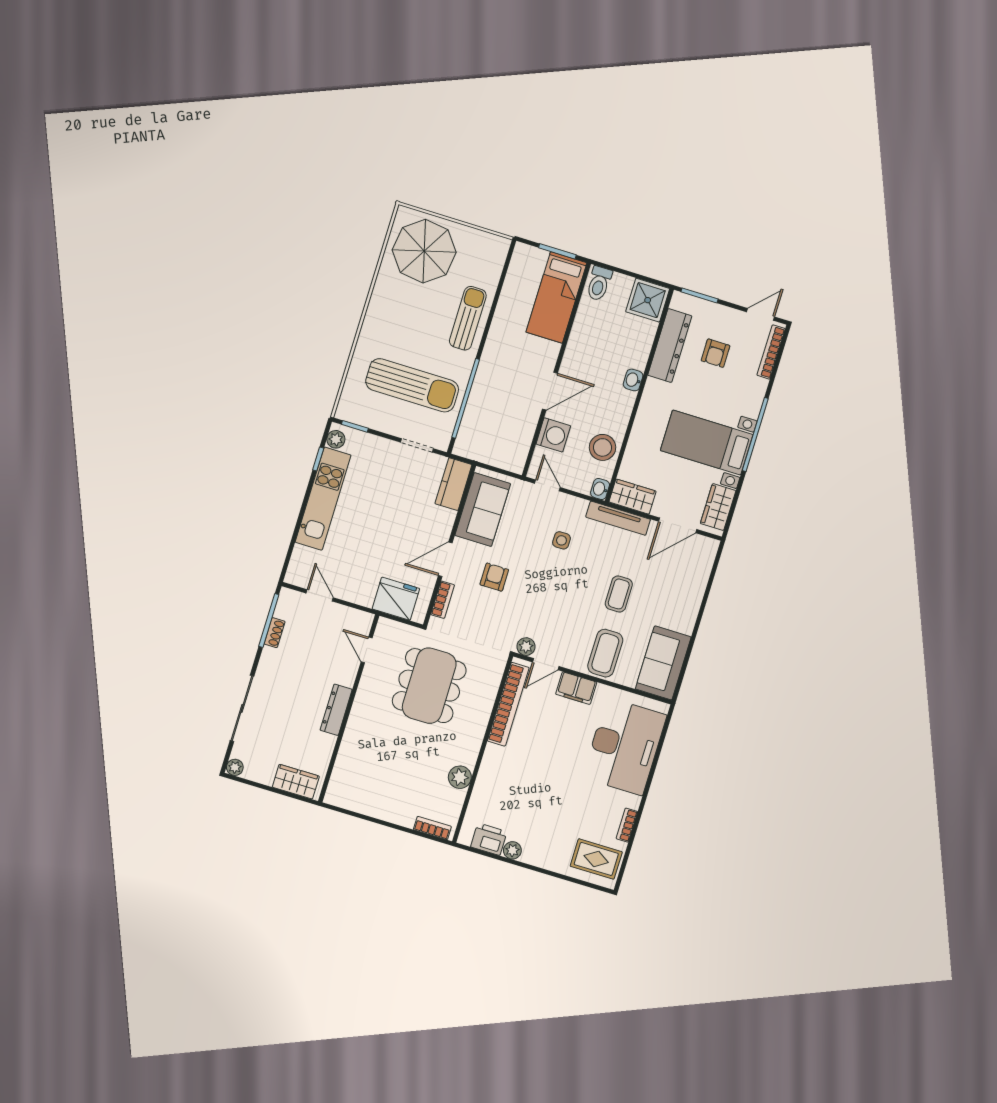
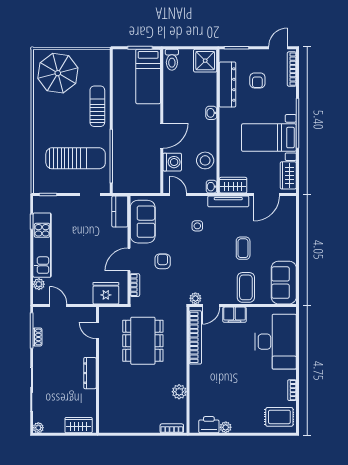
plant: (336, 439) -> (39, 284), moved

